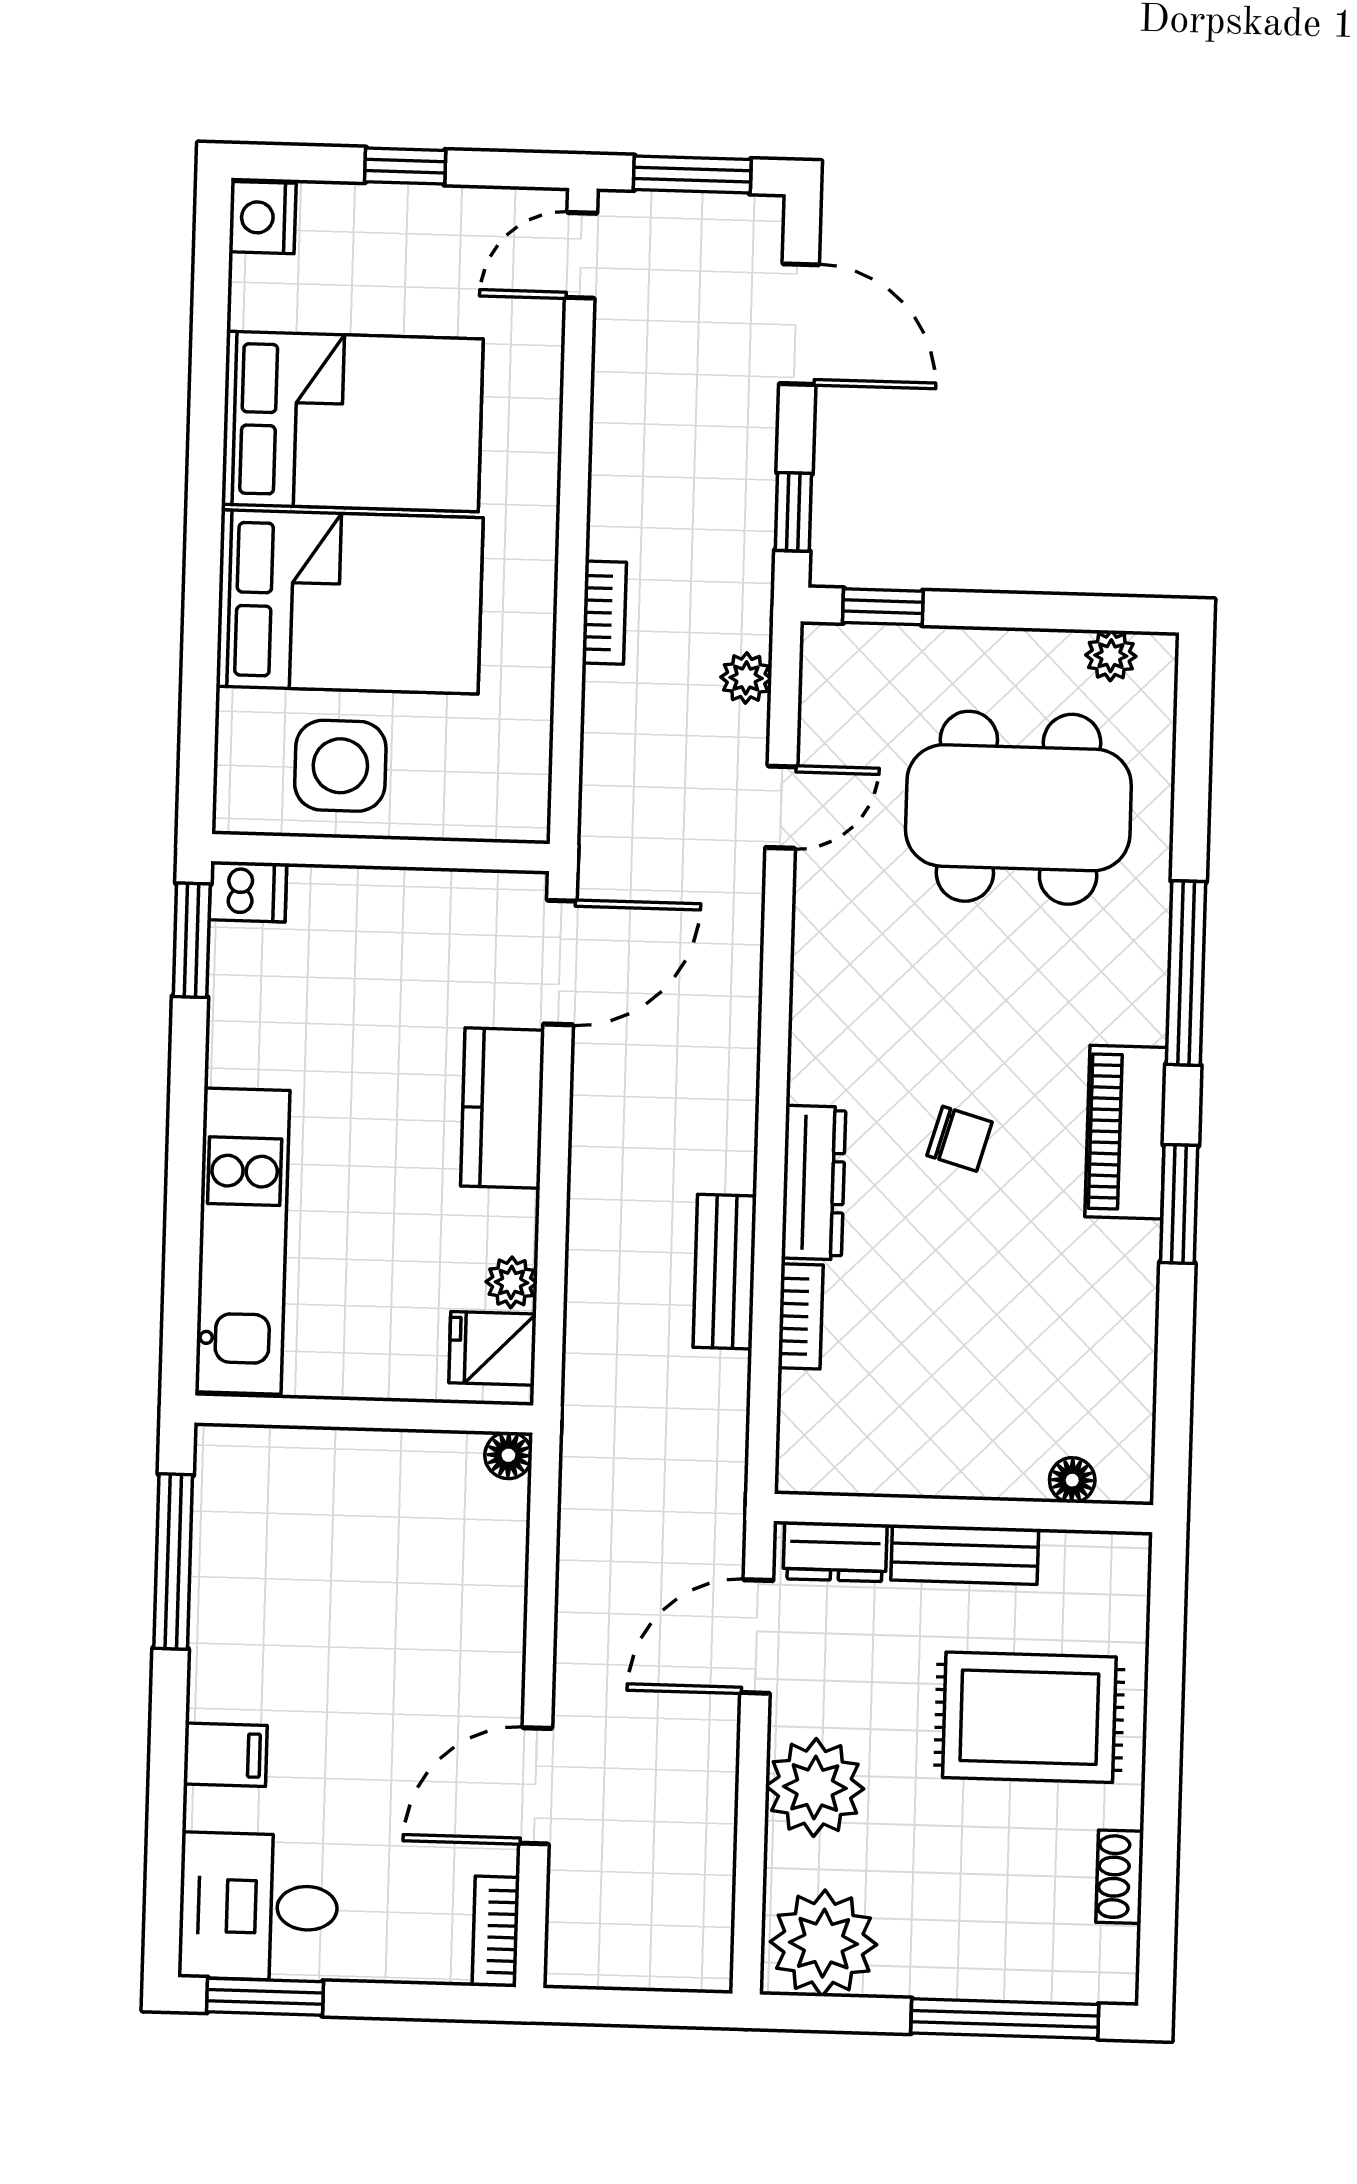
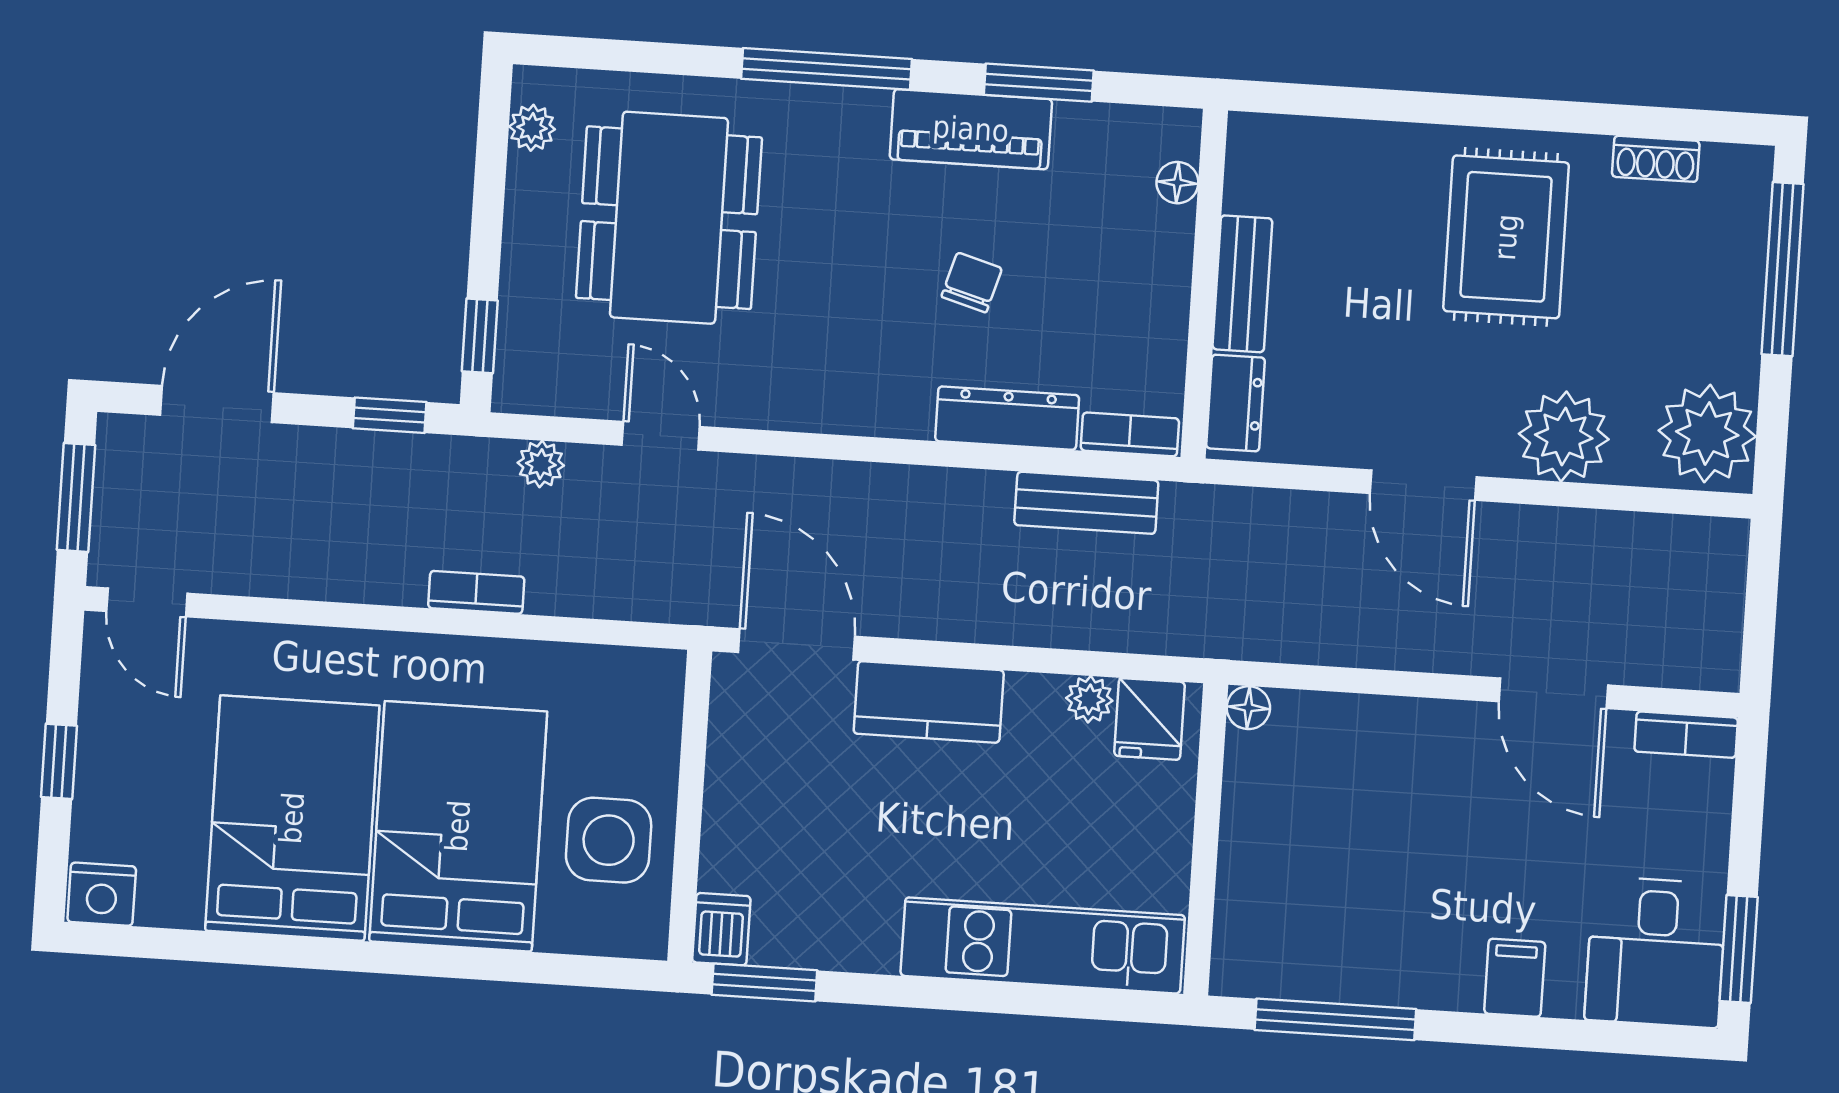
floor lamp: (1072, 1480) -> (1177, 183), moved
wall: (963, 1513) -> (1204, 284), moved
dresser: (835, 1552) -> (1236, 403), moved
bench: (965, 1555) -> (1242, 284), moved

